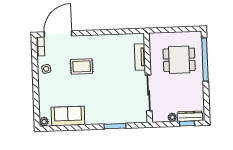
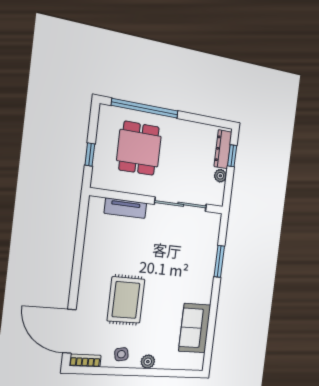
window: (169, 30) -> (90, 154), added
rug: (82, 66) -> (126, 300), width x1.36, depth x1.43
plant: (44, 122) -> (148, 362), moved

